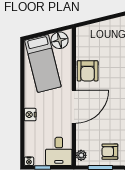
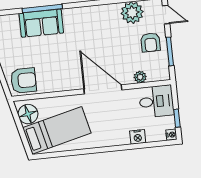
armchair: (88, 71) -> (24, 80), moved
nightstand: (30, 115) -> (138, 137), moved
plant: (81, 155) -> (140, 77), moved

